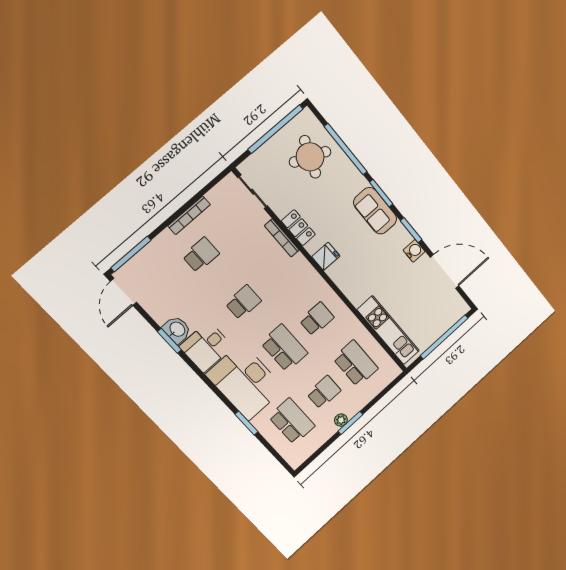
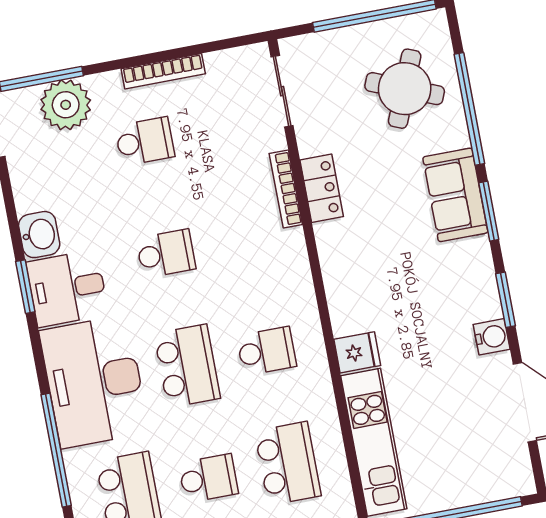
sofa: (375, 211) -> (455, 195), moved
fridge: (326, 256) -> (357, 352), moved
plant: (151, 260) -> (66, 105), added
window: (169, 341) -> (25, 287), moved
window: (246, 423) -> (56, 450), width x2.11

